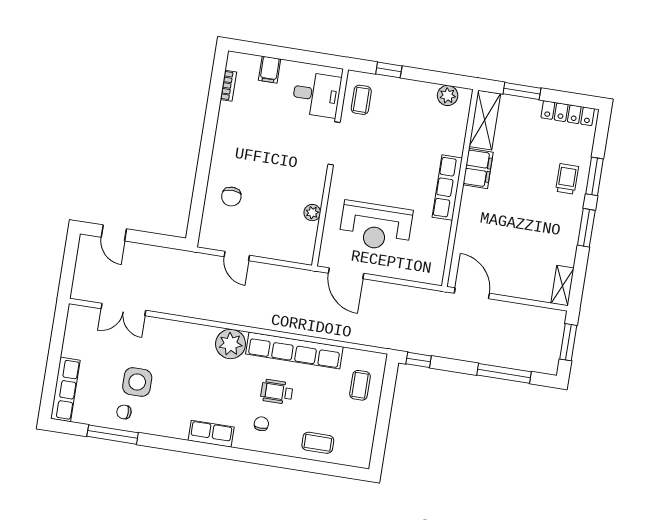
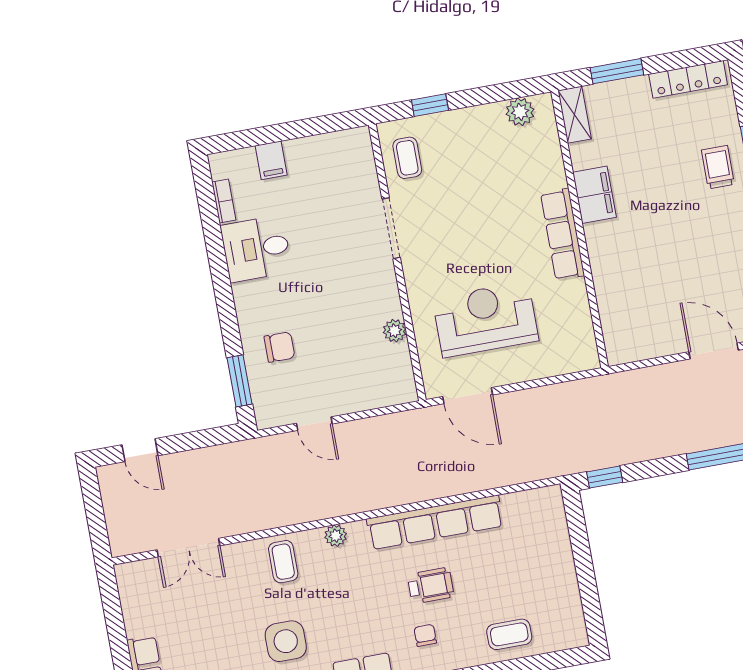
desk: (317, 95) -> (256, 249), moved, turned 180
shelving: (485, 120) -> (575, 115), width x0.67, depth x0.75
chair: (231, 197) -> (279, 347), turned -90
window: (197, 210) -> (240, 381), added
reception desk: (376, 226) -> (485, 319), turned 180
door: (472, 293) -> (714, 351), moved
plant: (231, 344) -> (336, 536), width x0.53, depth x0.53
side table: (137, 382) -> (286, 641), moved
coffee table: (360, 385) -> (283, 562), moved
wheelchair: (277, 392) -> (431, 586), turned 180

